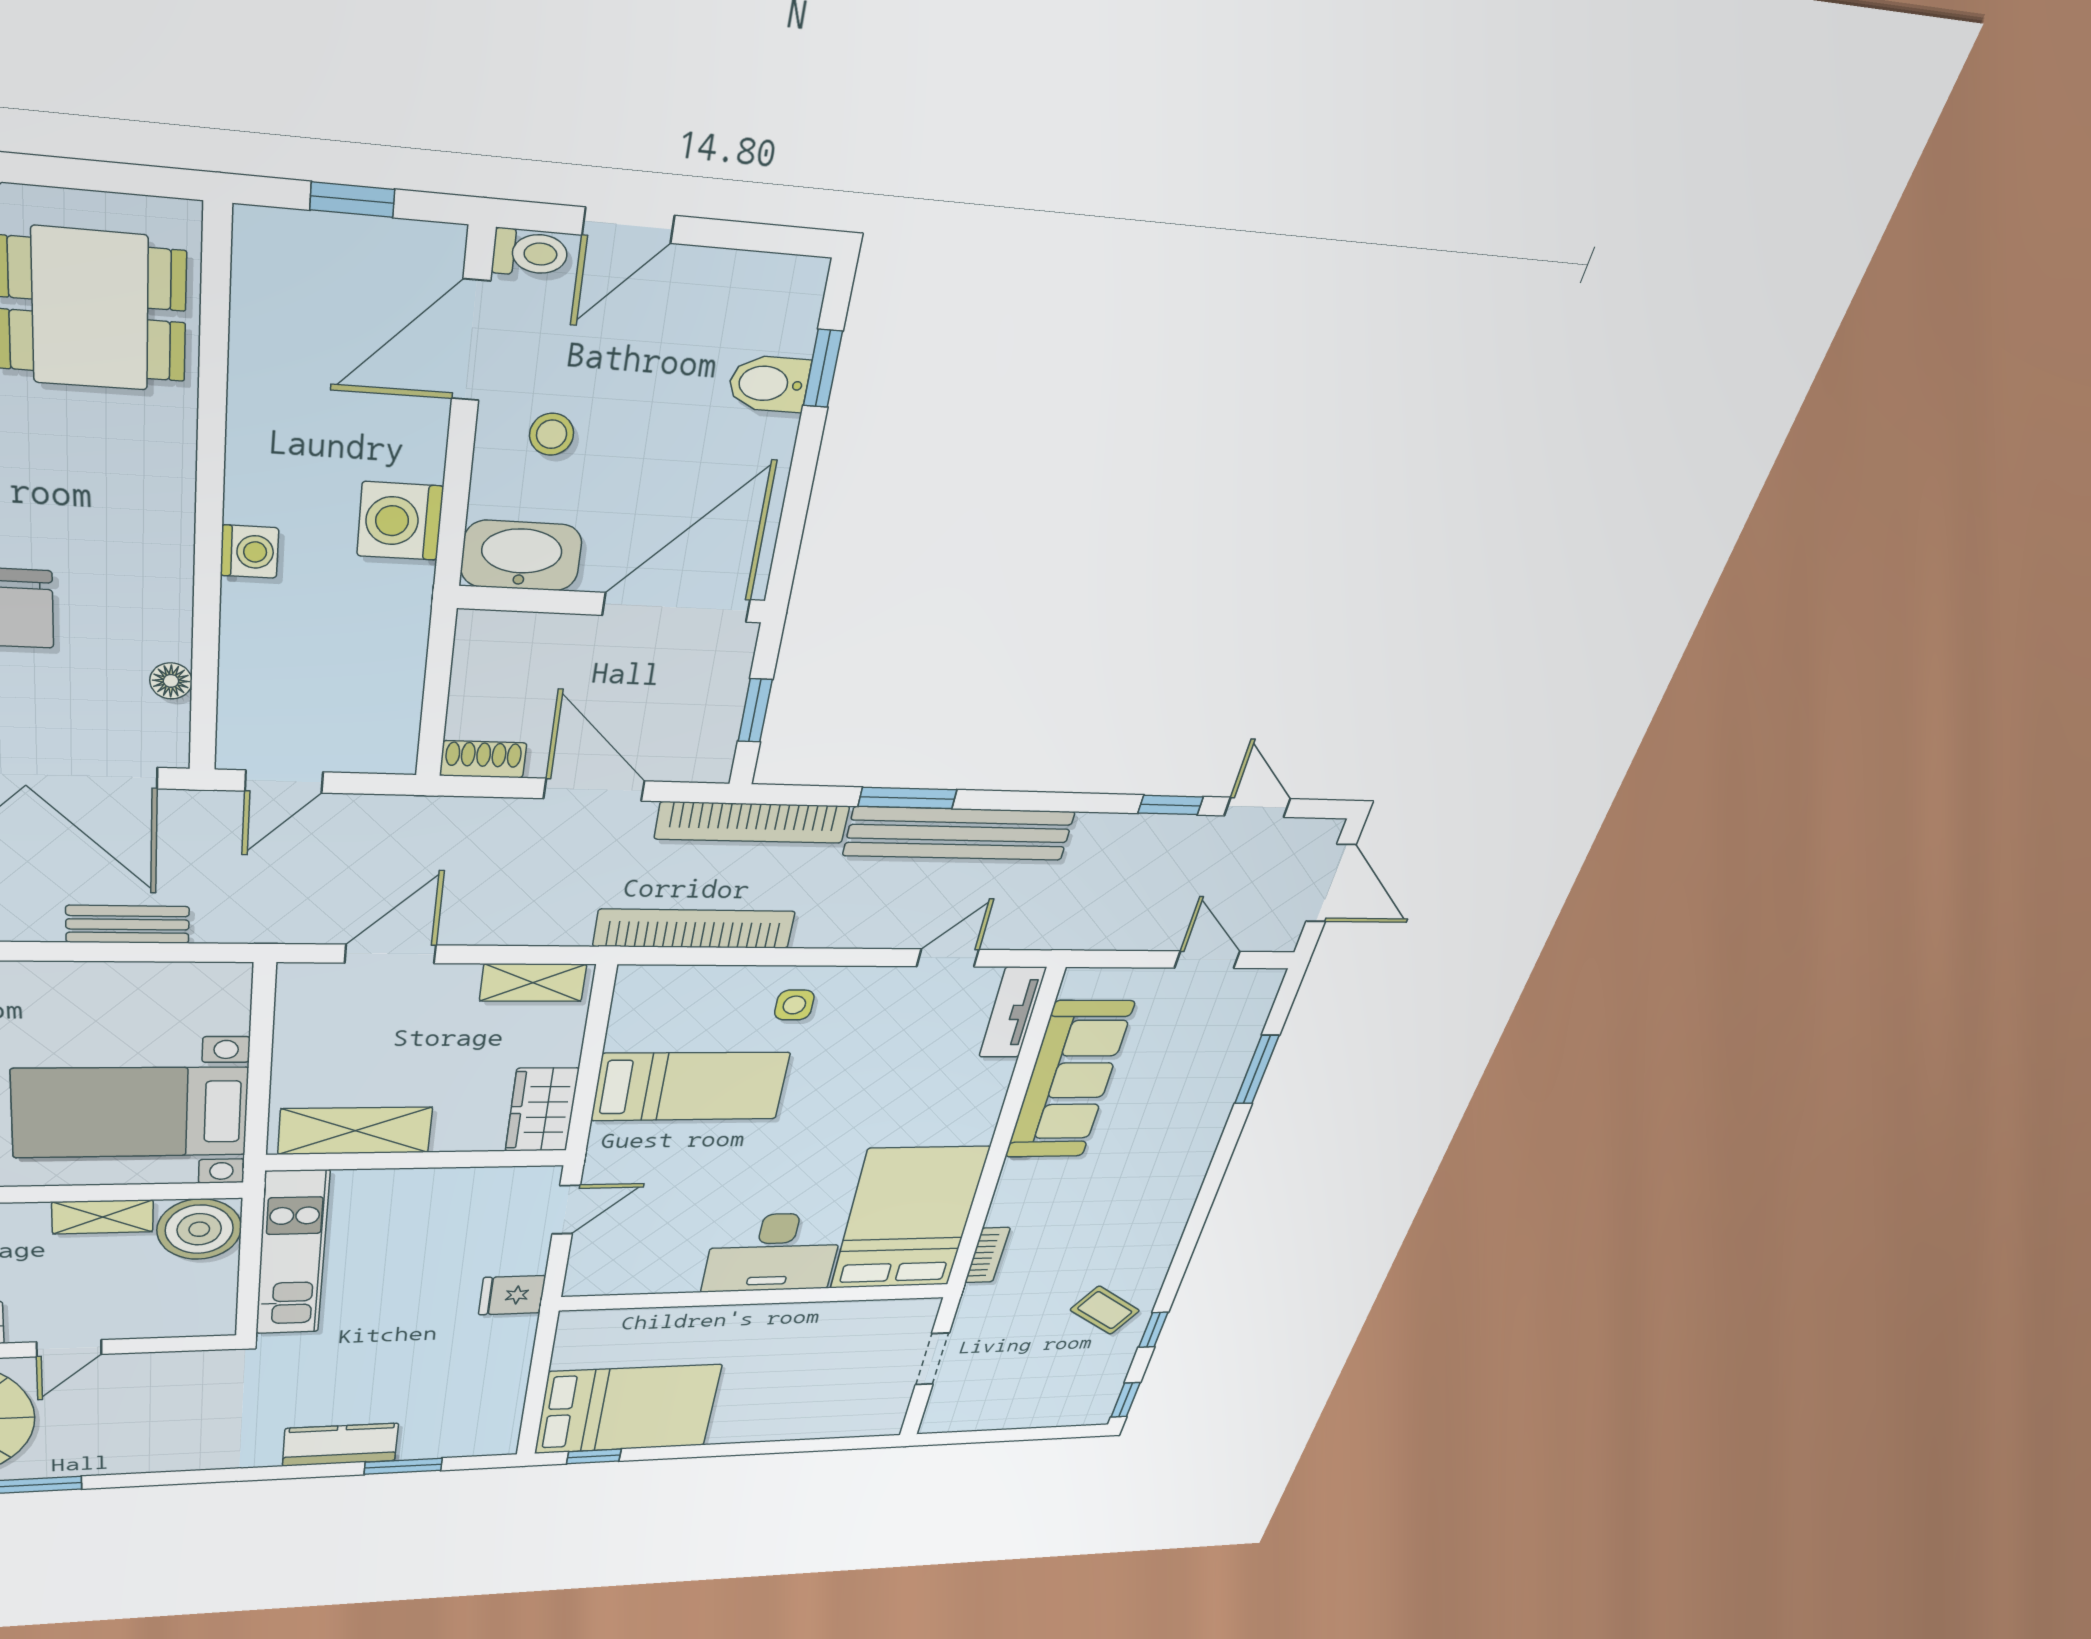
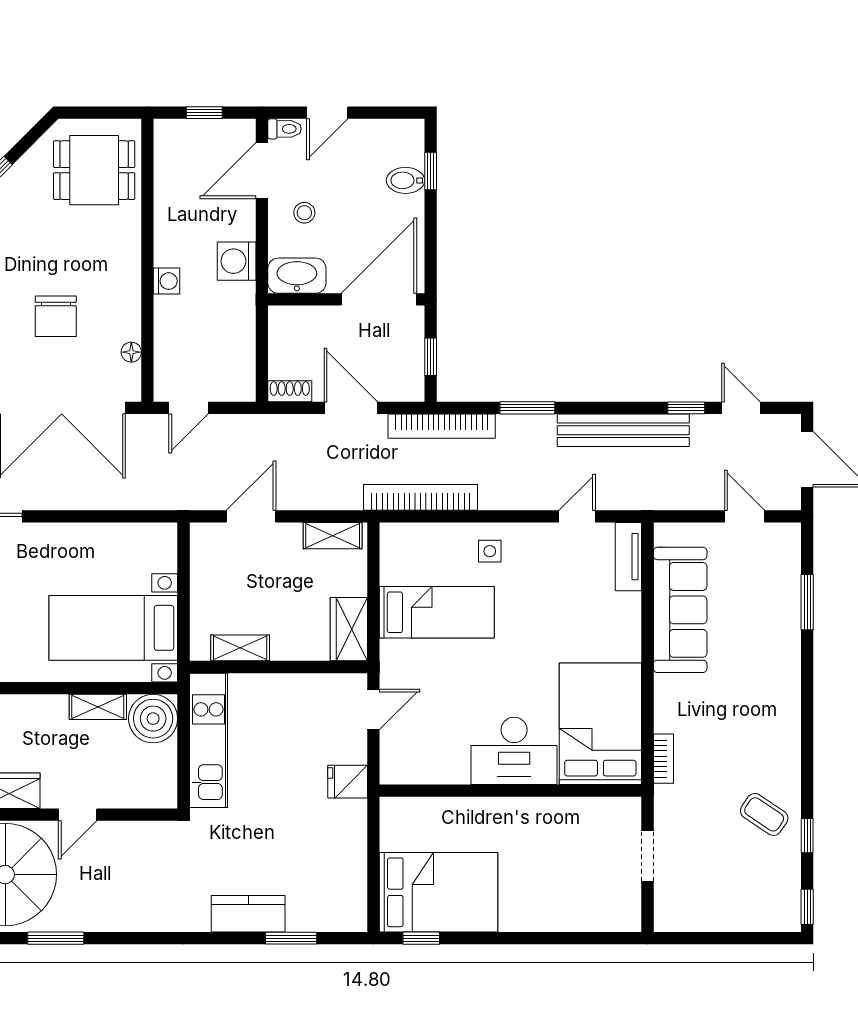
bench: (959, 834) -> (623, 430), moved
bench: (128, 924) -> (111, 498), removed
shelving: (355, 1131) -> (240, 648), width x0.67, depth x0.75

